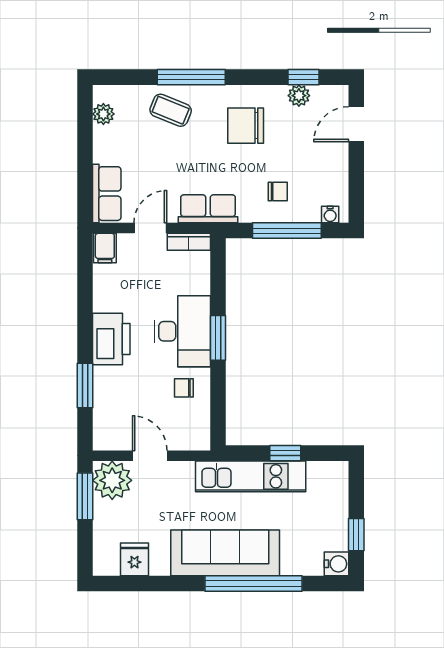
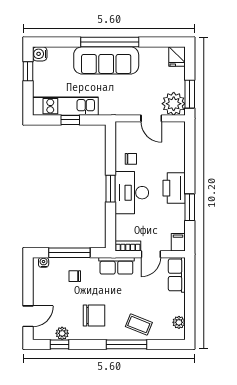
window: (85, 385) -> (190, 207), moved
kitchen unit: (251, 476) -> (65, 106), moved
fridge: (134, 559) -> (177, 56), moved
window: (254, 584) -> (110, 42), moved

